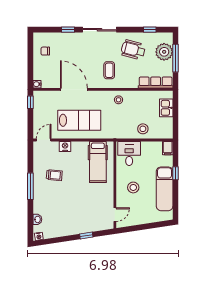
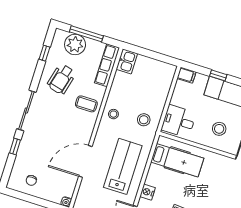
coffee table: (109, 70) -> (86, 104), moved
kitchen sink: (166, 108) -> (127, 61), moved, turned -90
stool: (143, 129) -> (144, 120), moved

